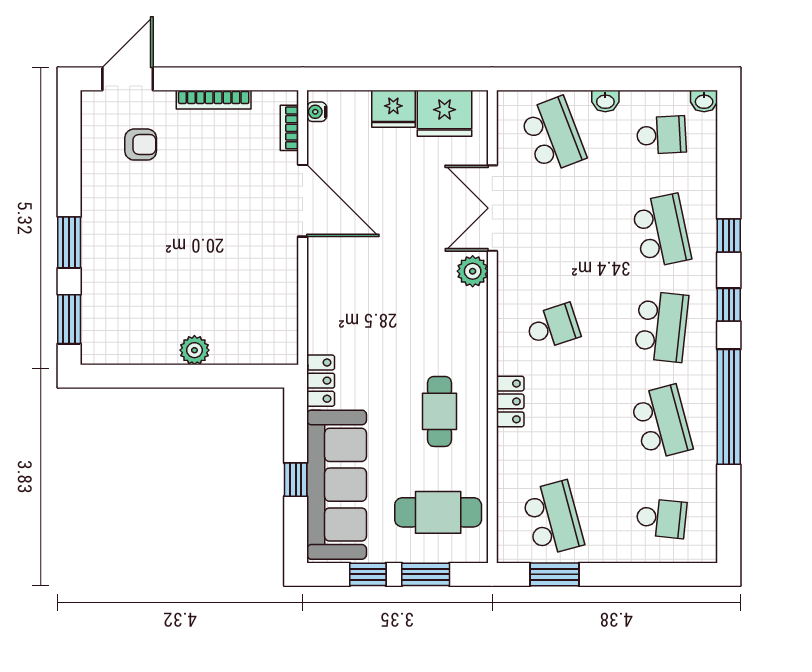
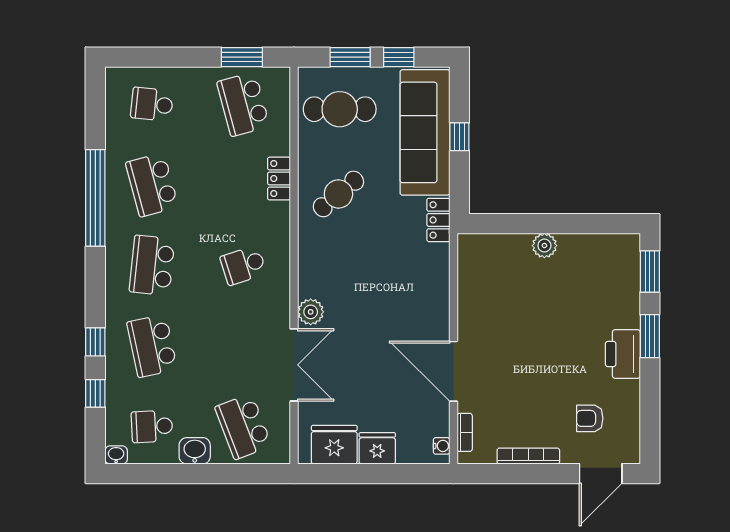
washbasin: (605, 101) -> (195, 451), width x1.38, depth x1.45
printer: (101, 221) -> (623, 354), added
window: (729, 305) -> (95, 393), moved
locker: (510, 401) -> (279, 179), moved
cafe table: (440, 411) -> (338, 194), turned 50

